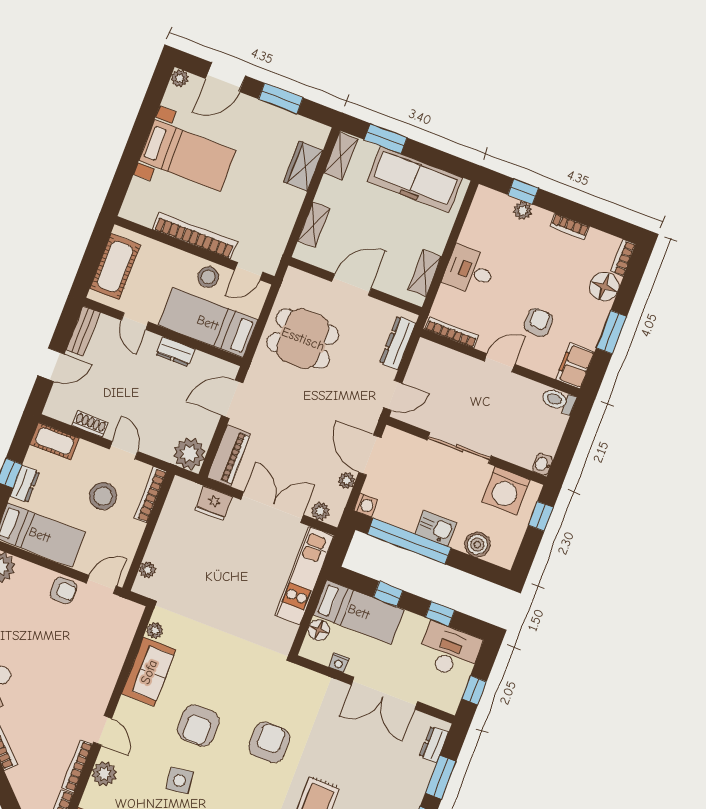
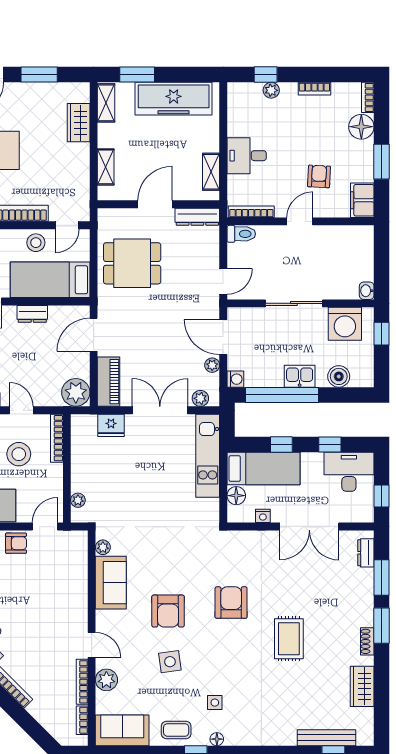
dresser: (398, 343) -> (197, 217), moved, turned -90
toilet: (558, 401) -> (241, 234), moved, turned 180

